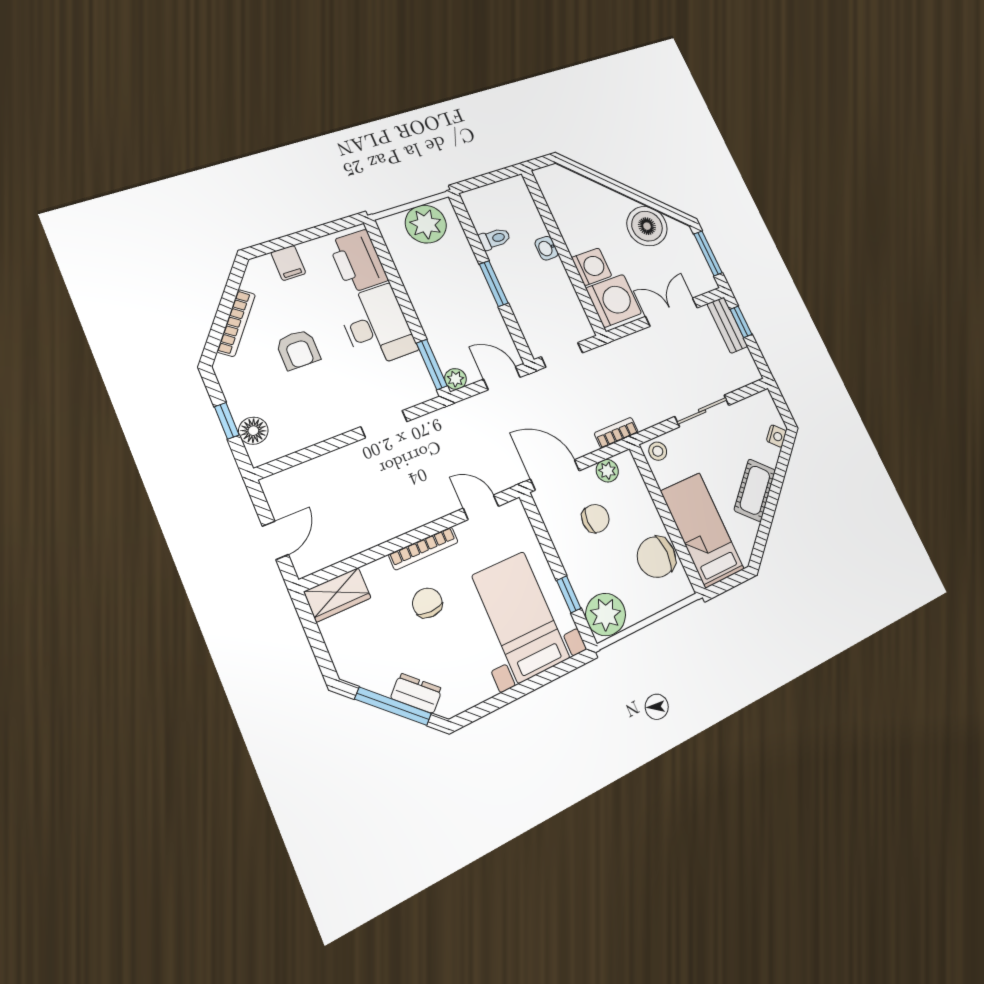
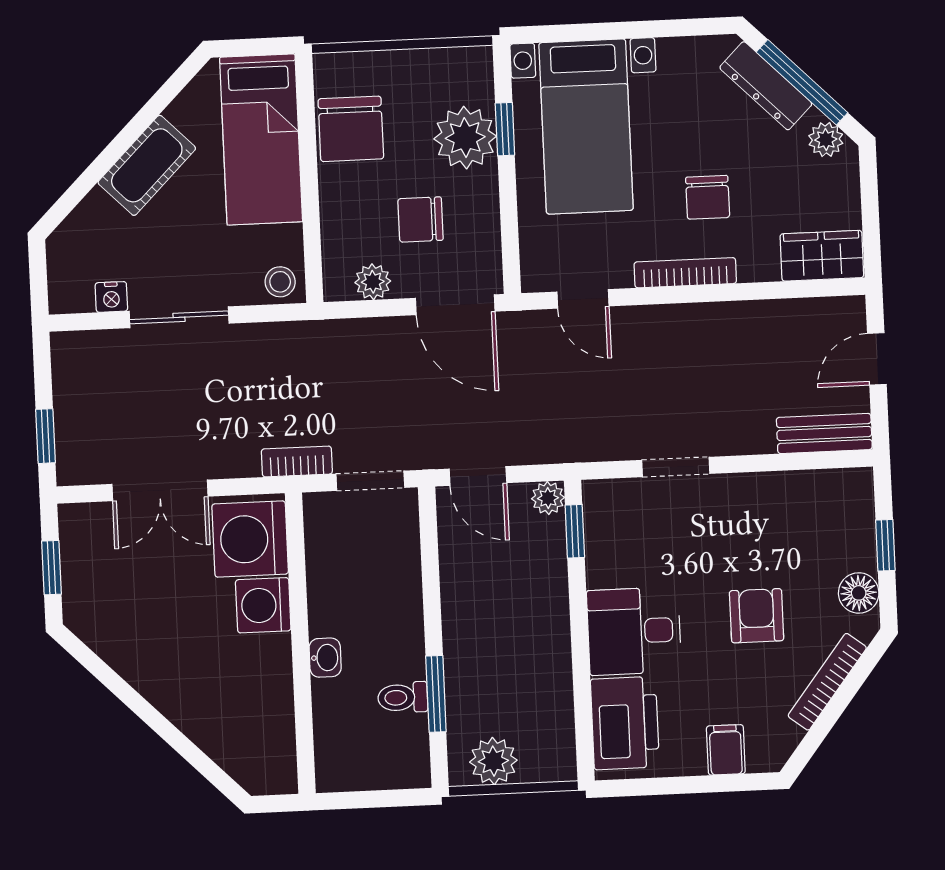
plant: (426, 224) -> (493, 761), width x0.73, depth x0.73
boiler: (647, 226) -> (139, 645), removed
window: (708, 253) -> (51, 568), width x0.67
window: (494, 284) -> (436, 694), moved
bench: (727, 325) -> (824, 433), moved, turned 90
desk: (377, 326) -> (634, 631), width x0.73
window: (432, 365) -> (575, 531), width x0.67
floor lamp: (253, 431) -> (859, 593), moved
bookcase: (616, 433) -> (297, 461), moved, turned 180
nightstand: (776, 436) -> (111, 297), moved, turned -135
chair: (656, 557) -> (351, 129), turned 90
plant: (606, 614) -> (465, 138), moved
plant: (363, 674) -> (826, 140), added
dresser: (417, 693) -> (766, 86), width x1.44

